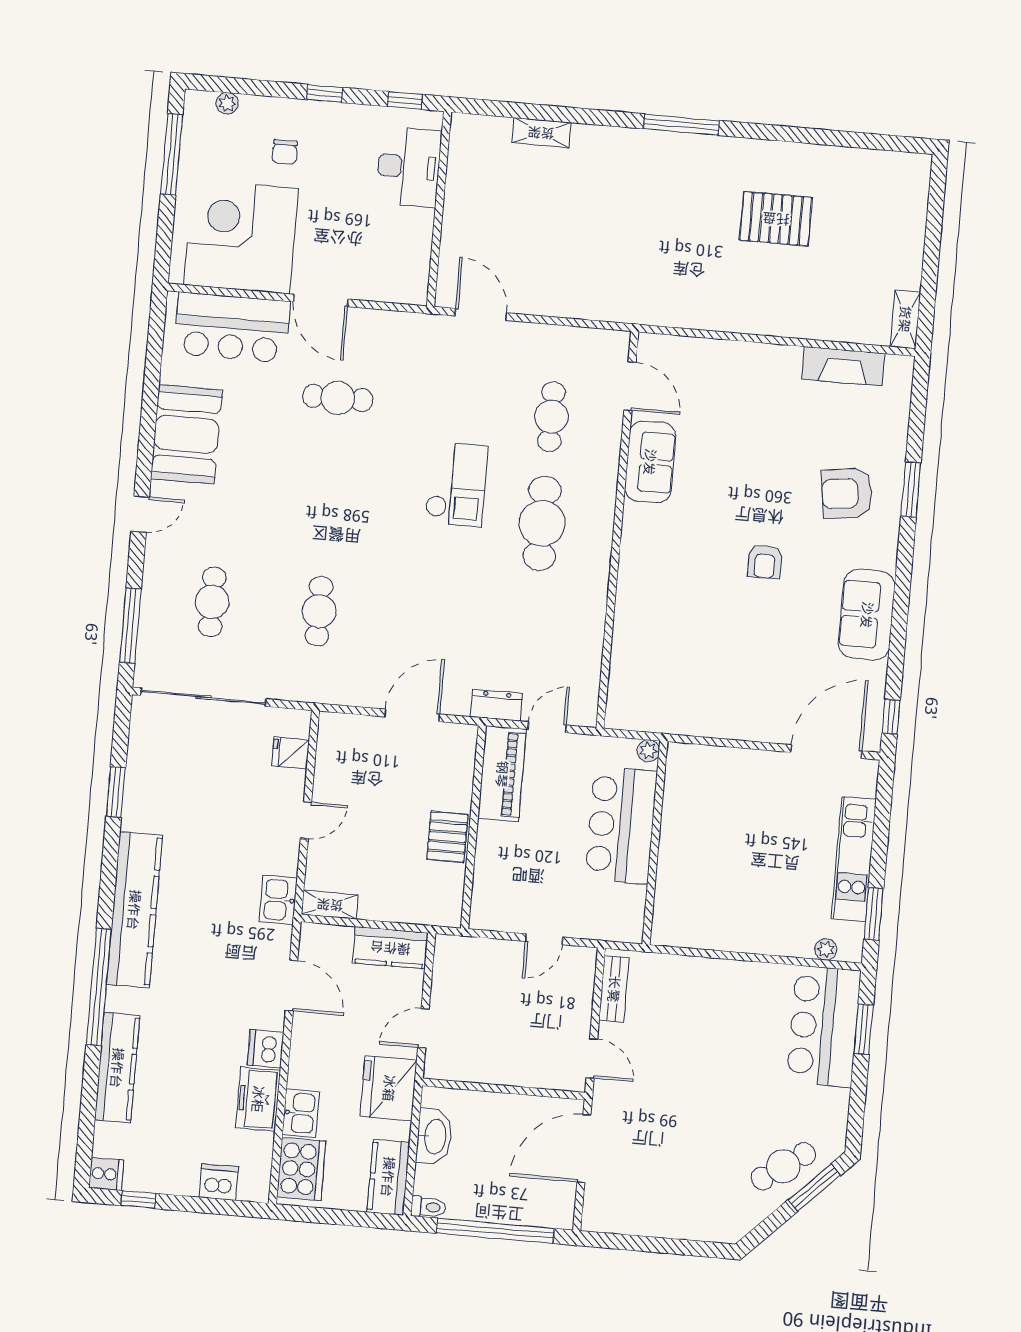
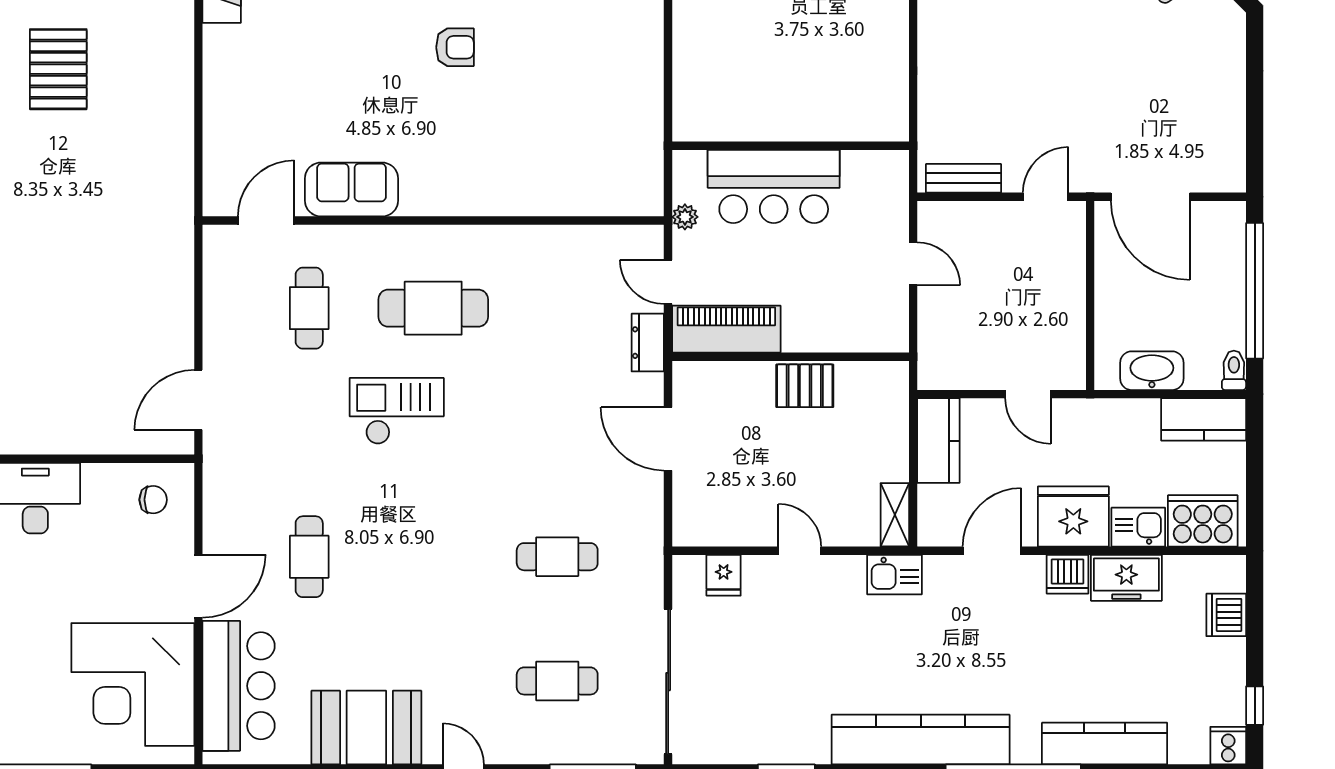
chair: (285, 152) -> (153, 500), moved
cafe table: (551, 417) -> (309, 308), turned 90
plant: (648, 751) -> (685, 217), moved
fridge: (389, 1088) -> (1073, 517), moved, turned 180

